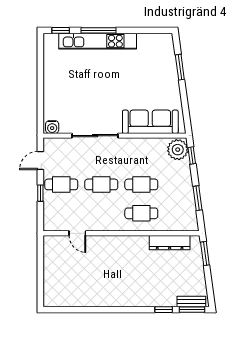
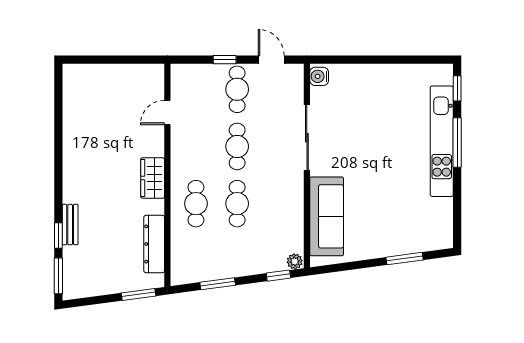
plant: (178, 150) -> (295, 261), width x0.53, depth x0.53
wardrobe: (123, 244) -> (153, 178), added
bench: (191, 301) -> (70, 225), moved

